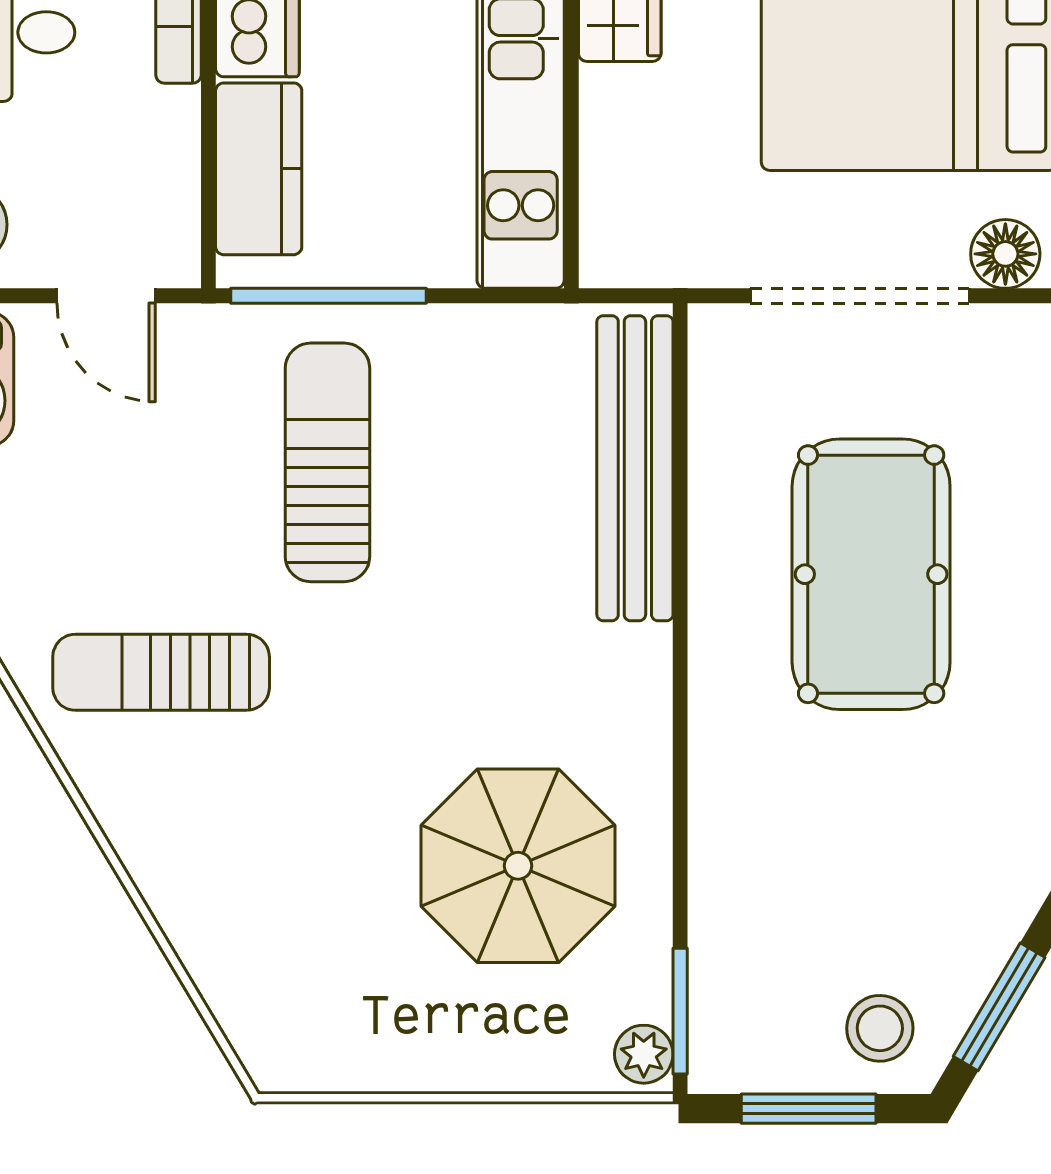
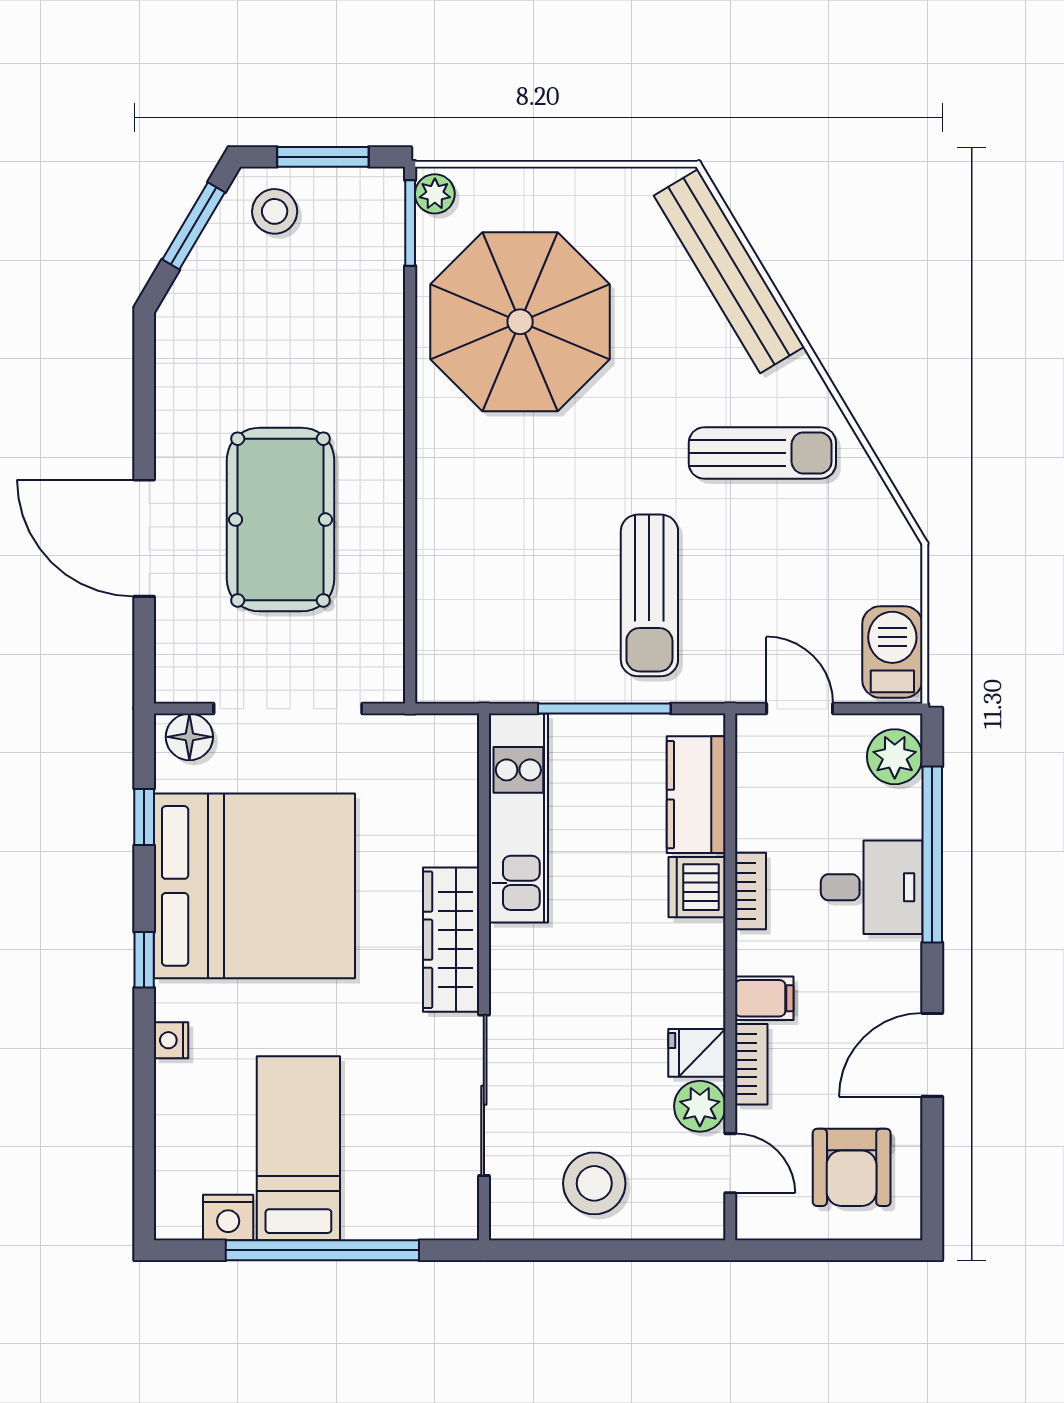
window: (328, 296) -> (604, 709), moved
bench: (635, 468) -> (729, 271), moved, turned -31
parasol: (518, 866) -> (520, 322), width x1.36, depth x1.36

